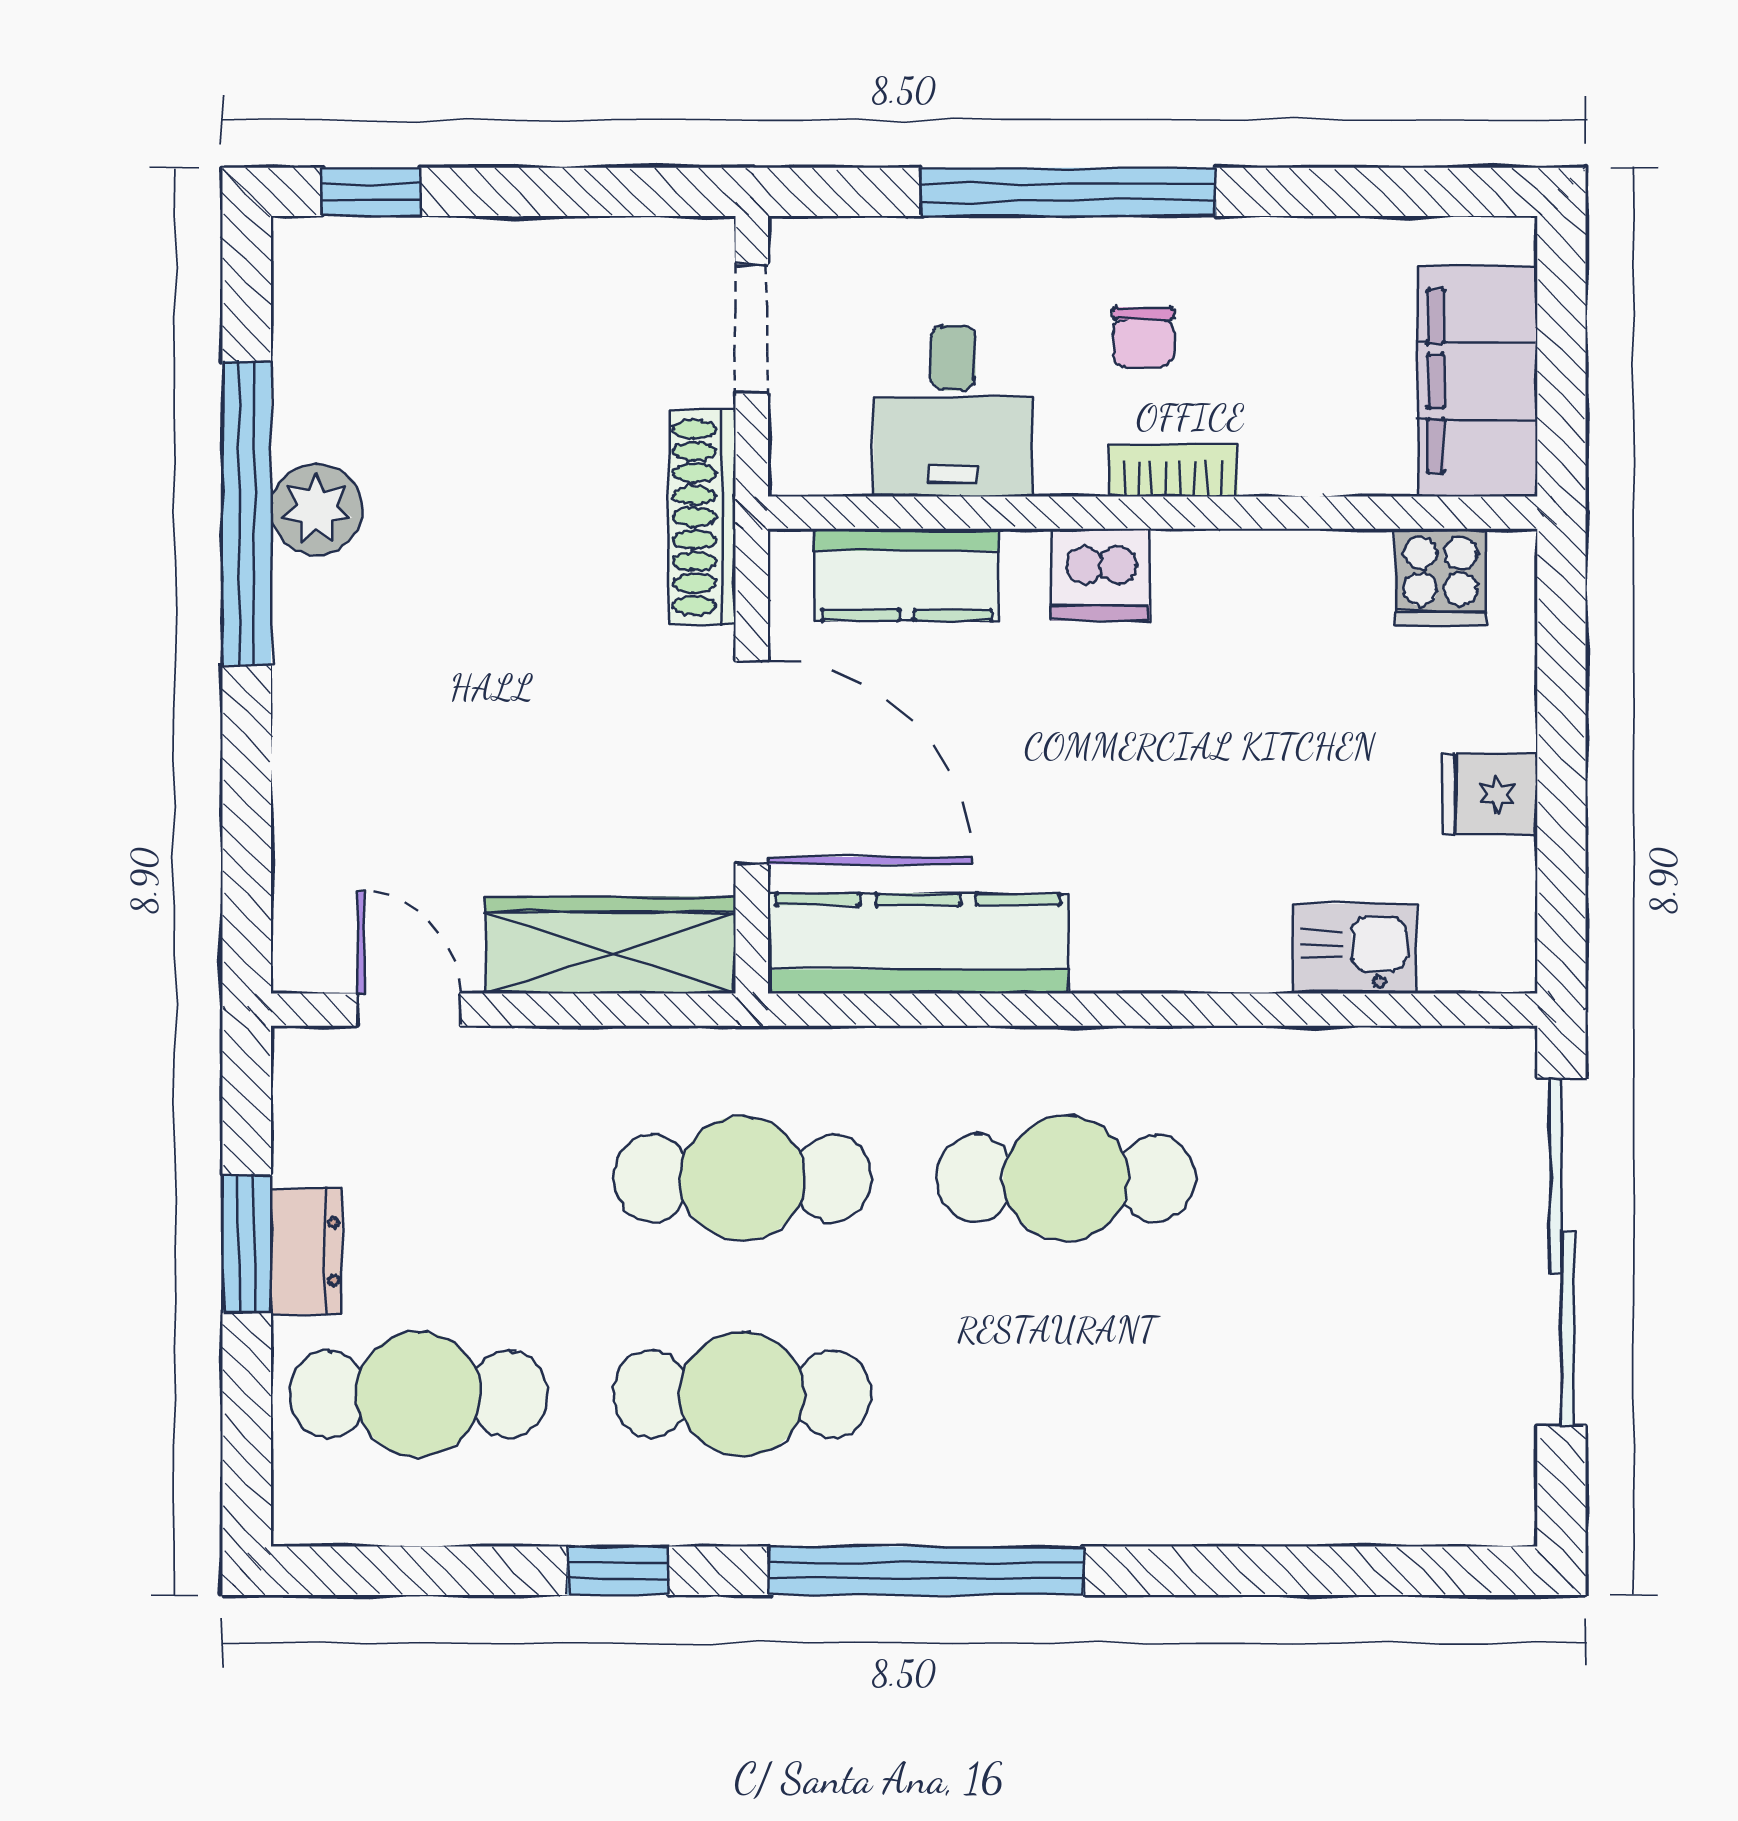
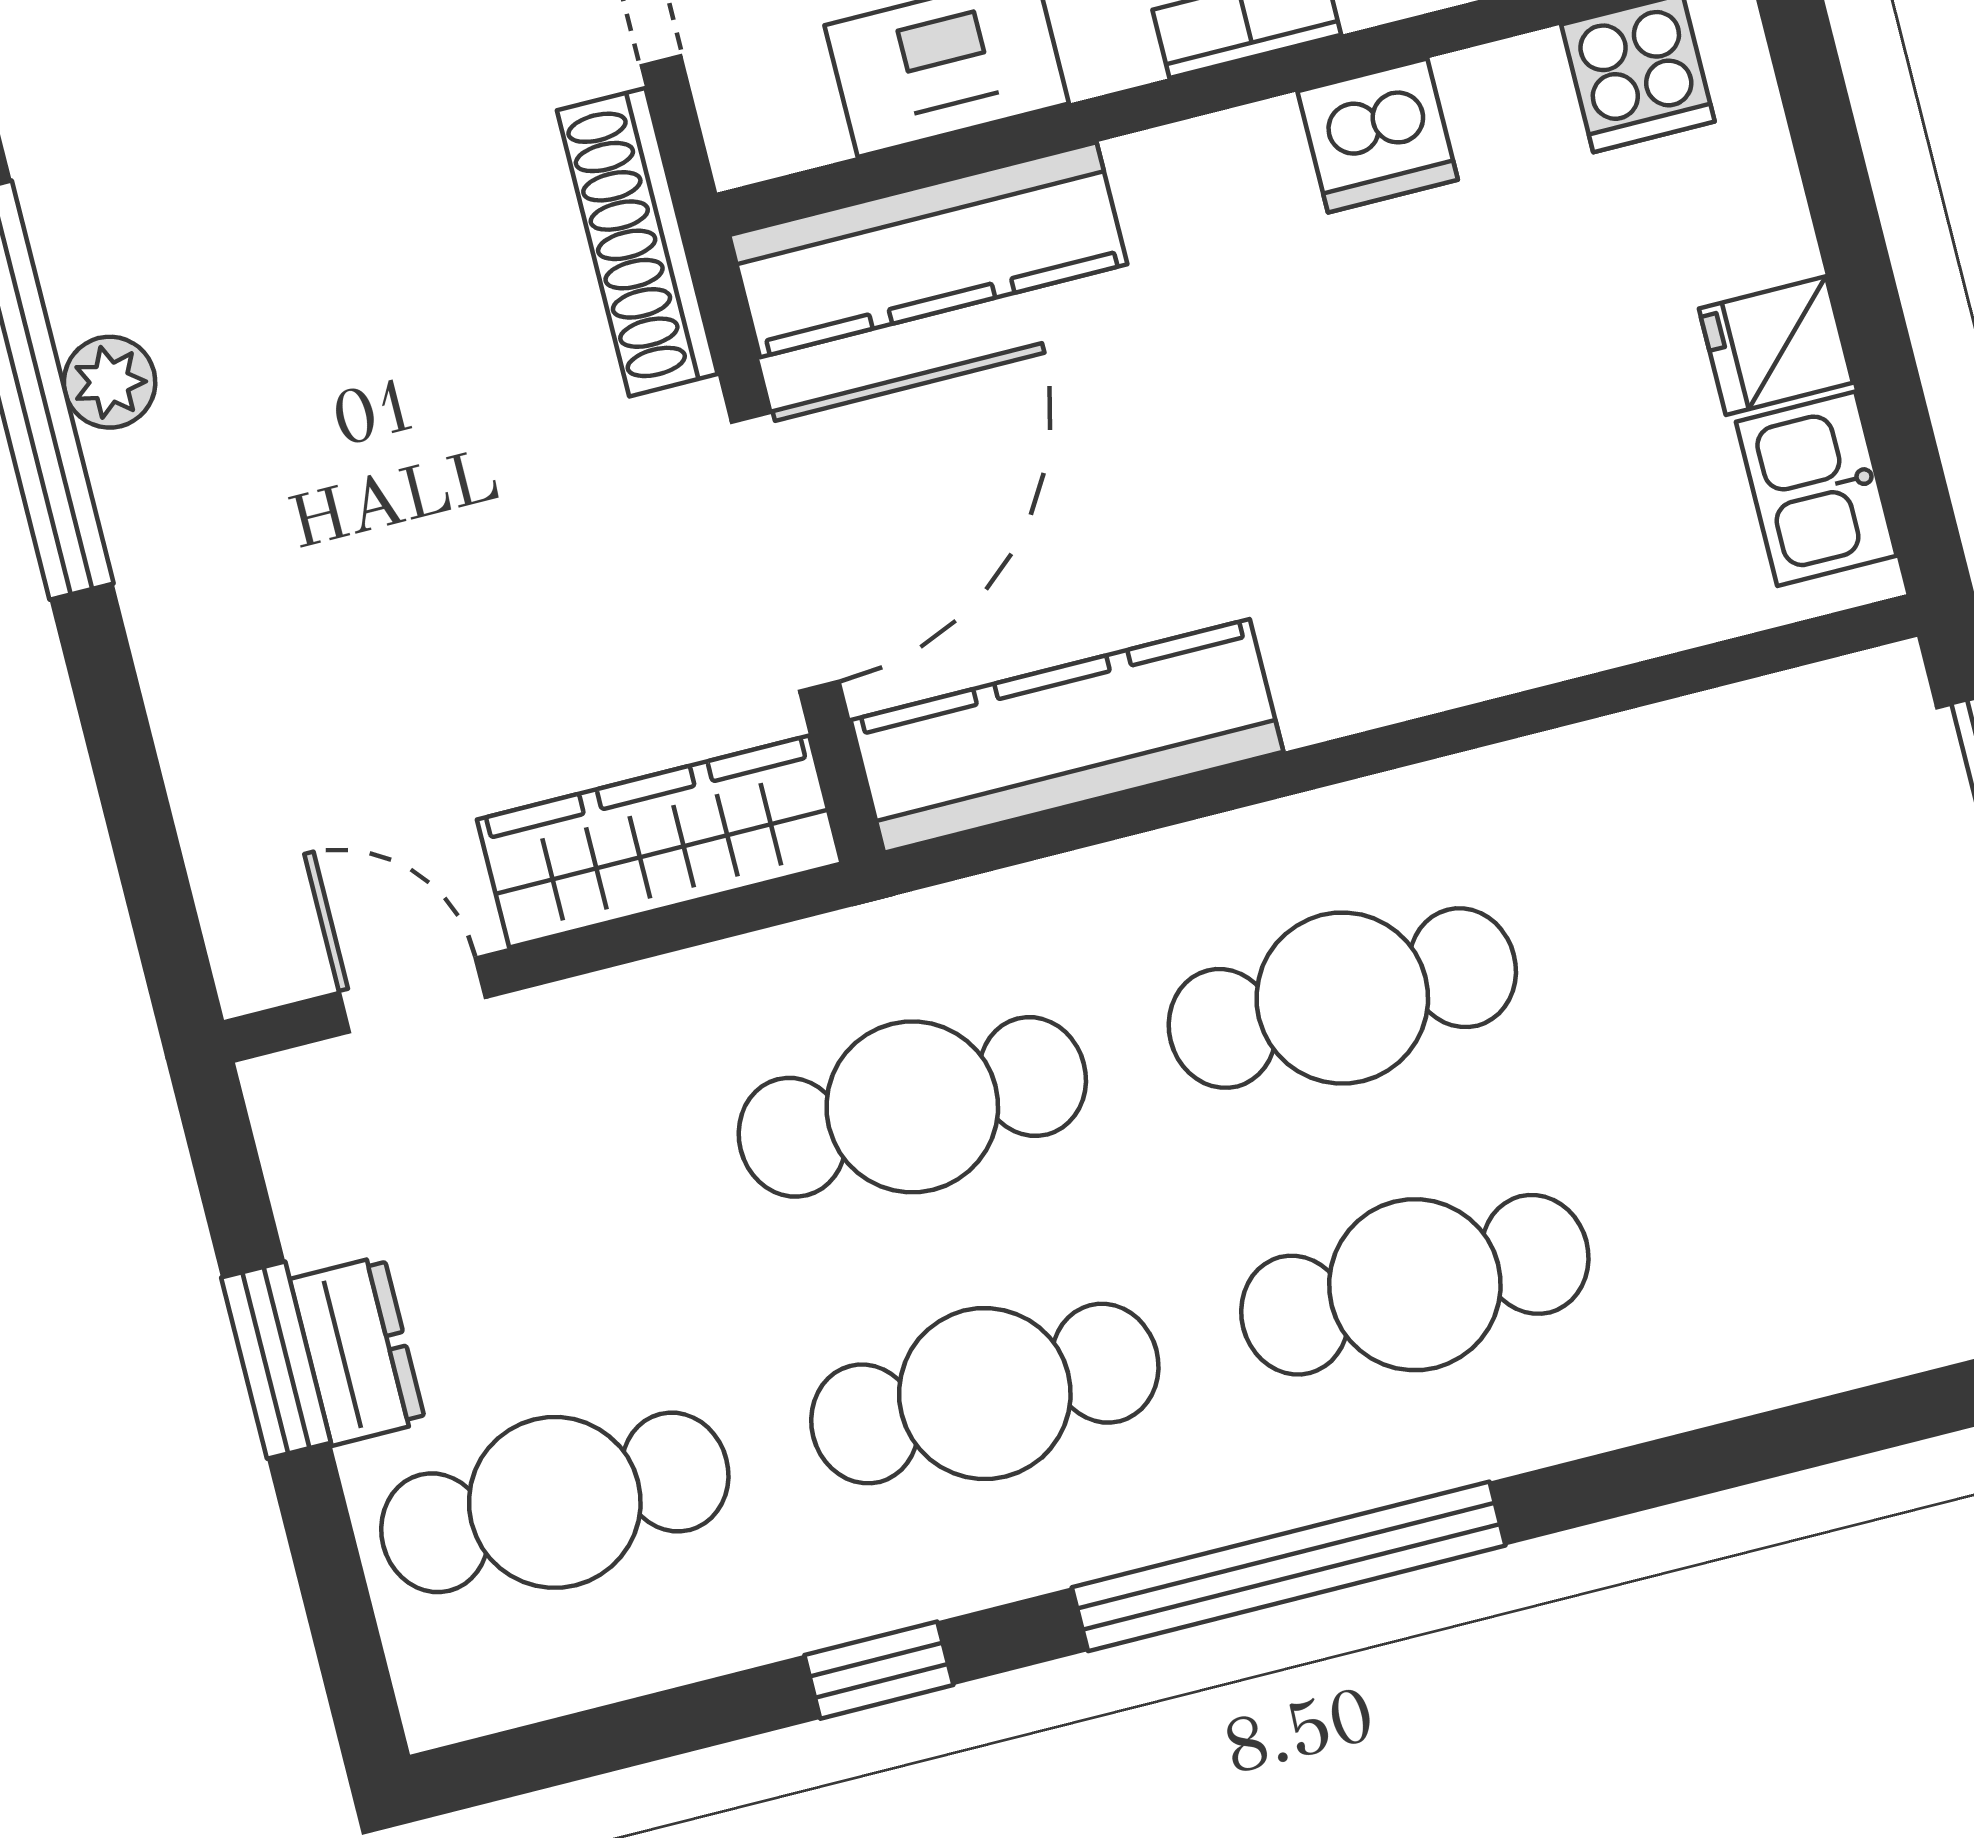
plant: (317, 509) -> (110, 382), width x0.73, depth x0.73
dishwasher: (1101, 574) -> (1378, 136), moved
kitchen counter: (907, 575) -> (928, 250), width x1.50
door: (752, 763) -> (785, 552), hinge flipped
kitchen sink: (1354, 949) -> (1816, 489), moved, turned -90
cafe table: (1066, 1394) -> (1415, 1285), added

